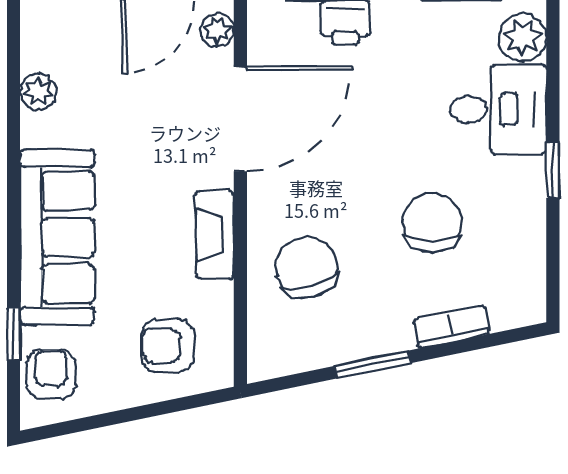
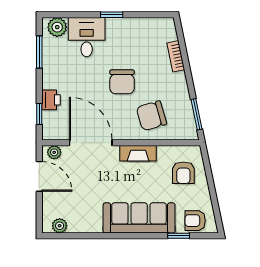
plant: (38, 92) -> (60, 226), moved
chair: (432, 223) -> (122, 82), moved, turned -90
window: (373, 365) -> (196, 114), moved

